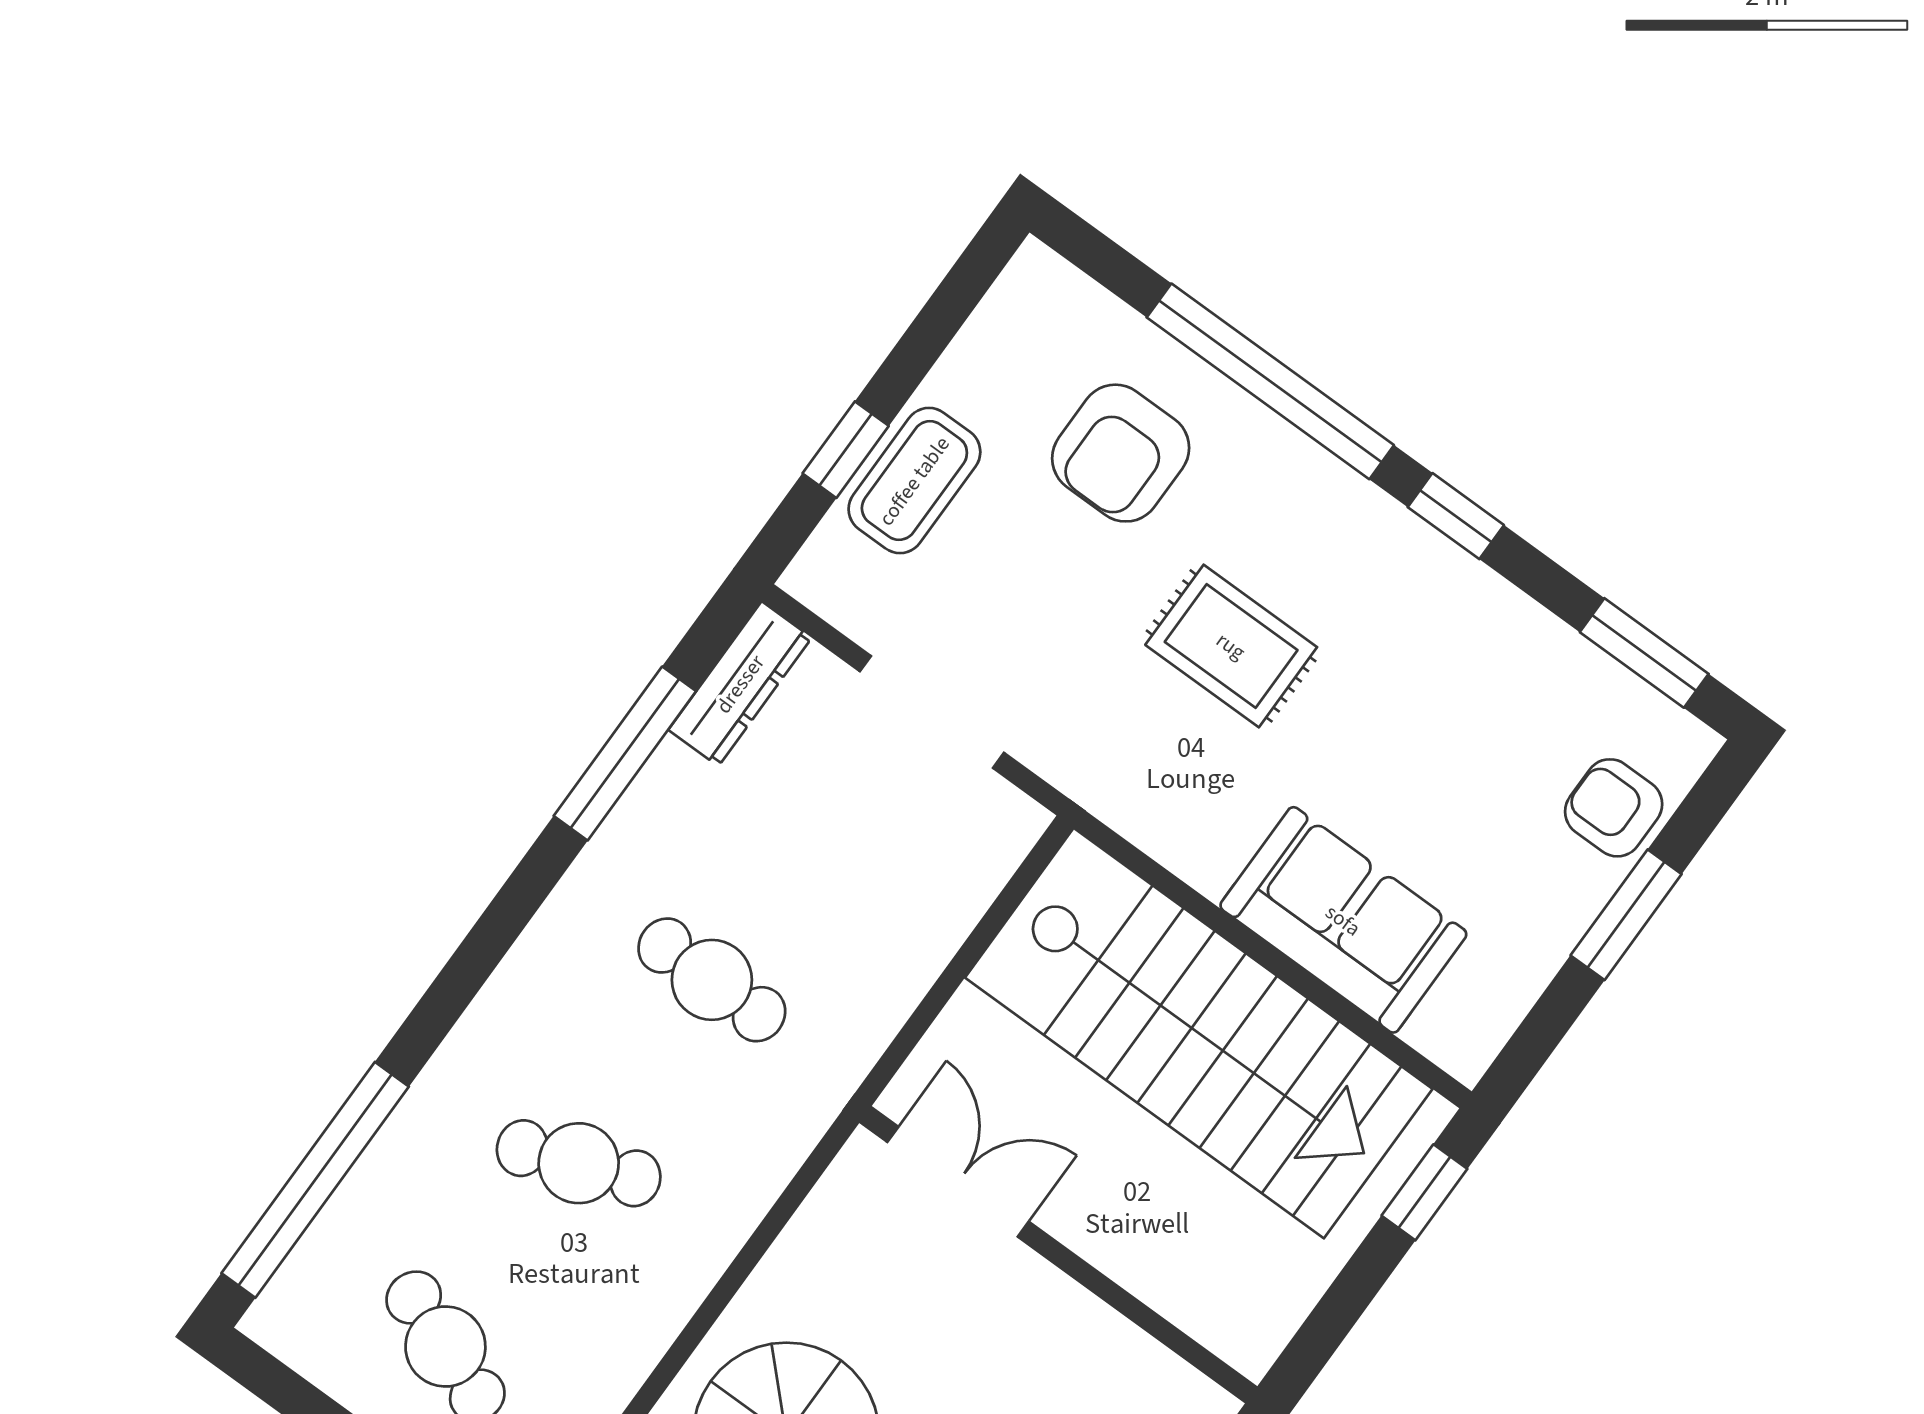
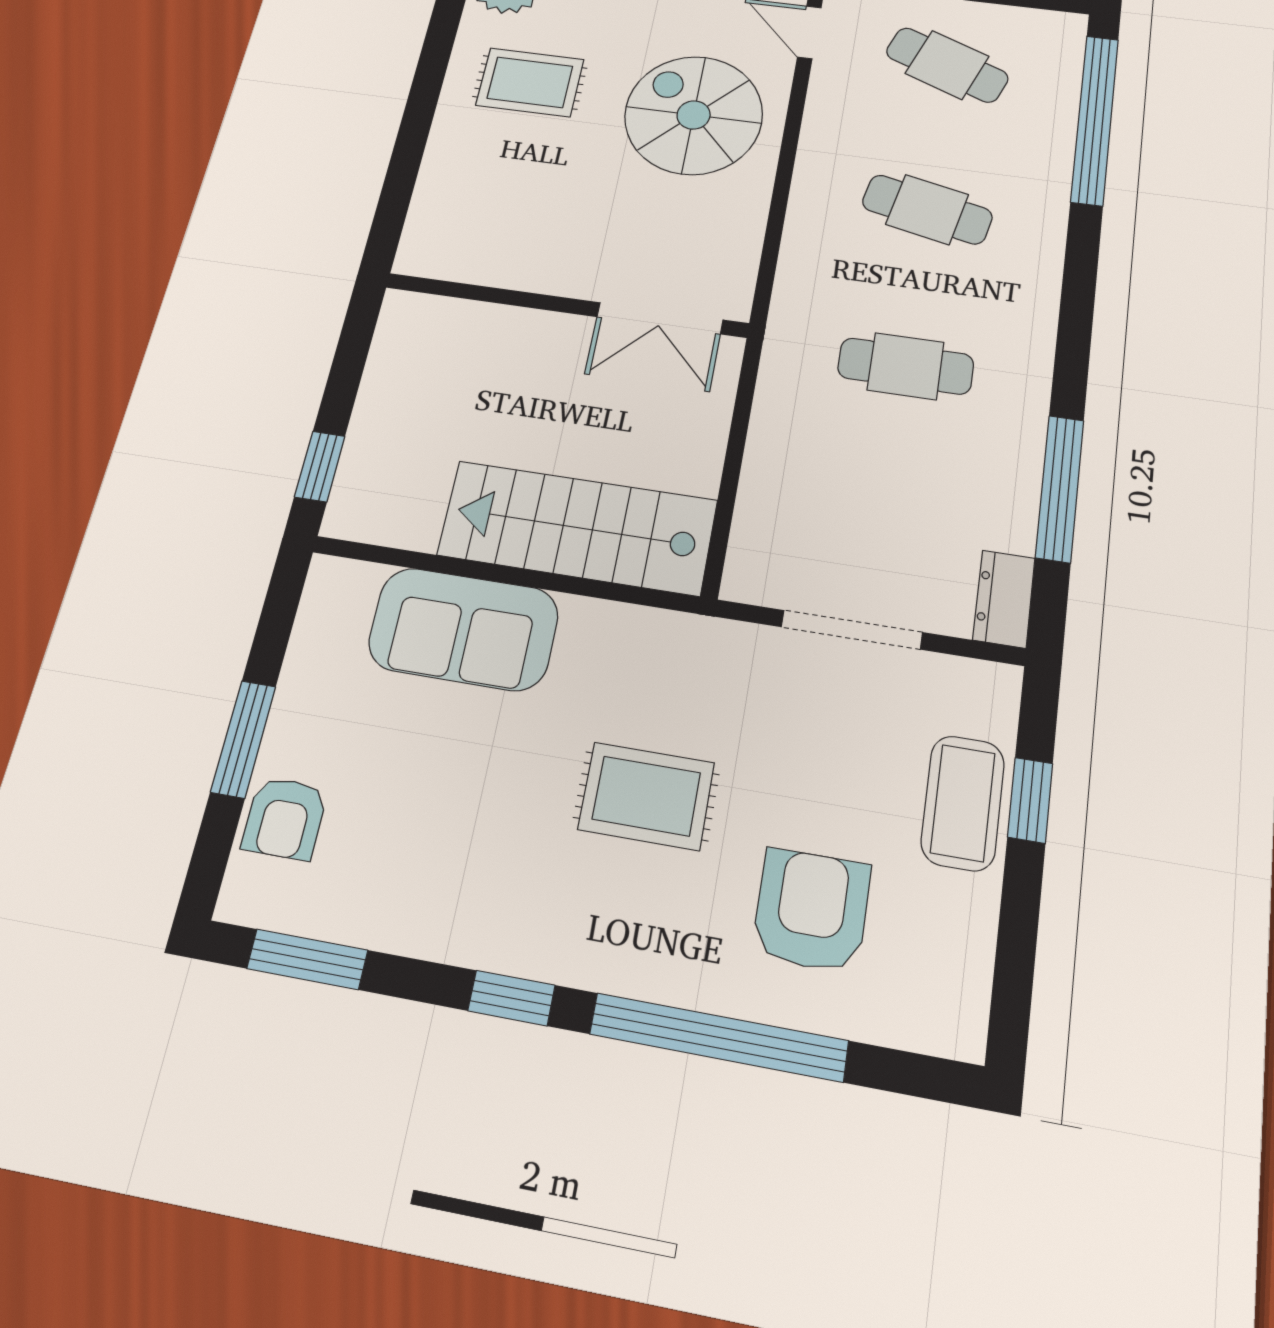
dresser: (740, 684) -> (1004, 599), width x0.70
armchair: (1614, 808) -> (285, 818), turned 90
stairs: (1199, 1033) -> (577, 528), width x0.73, depth x0.66
cafe table: (579, 1163) -> (927, 209), turned 33

